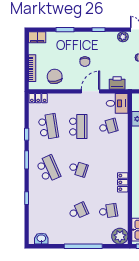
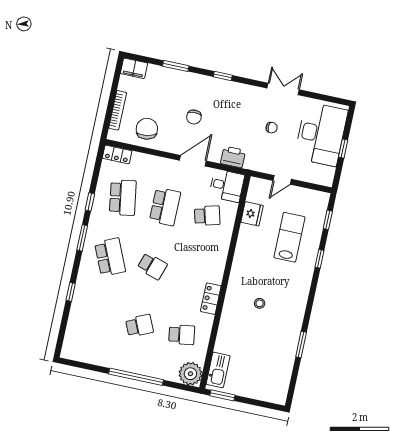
plant: (123, 37) -> (255, 94), removed
washbasin: (41, 239) -> (79, 353), removed

